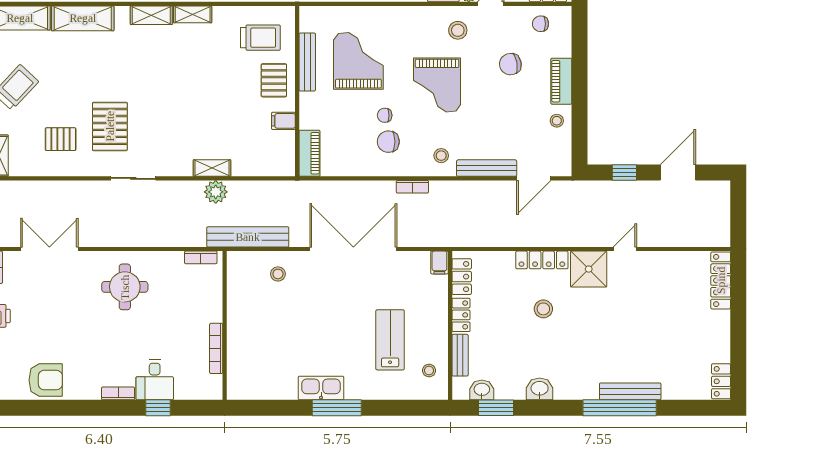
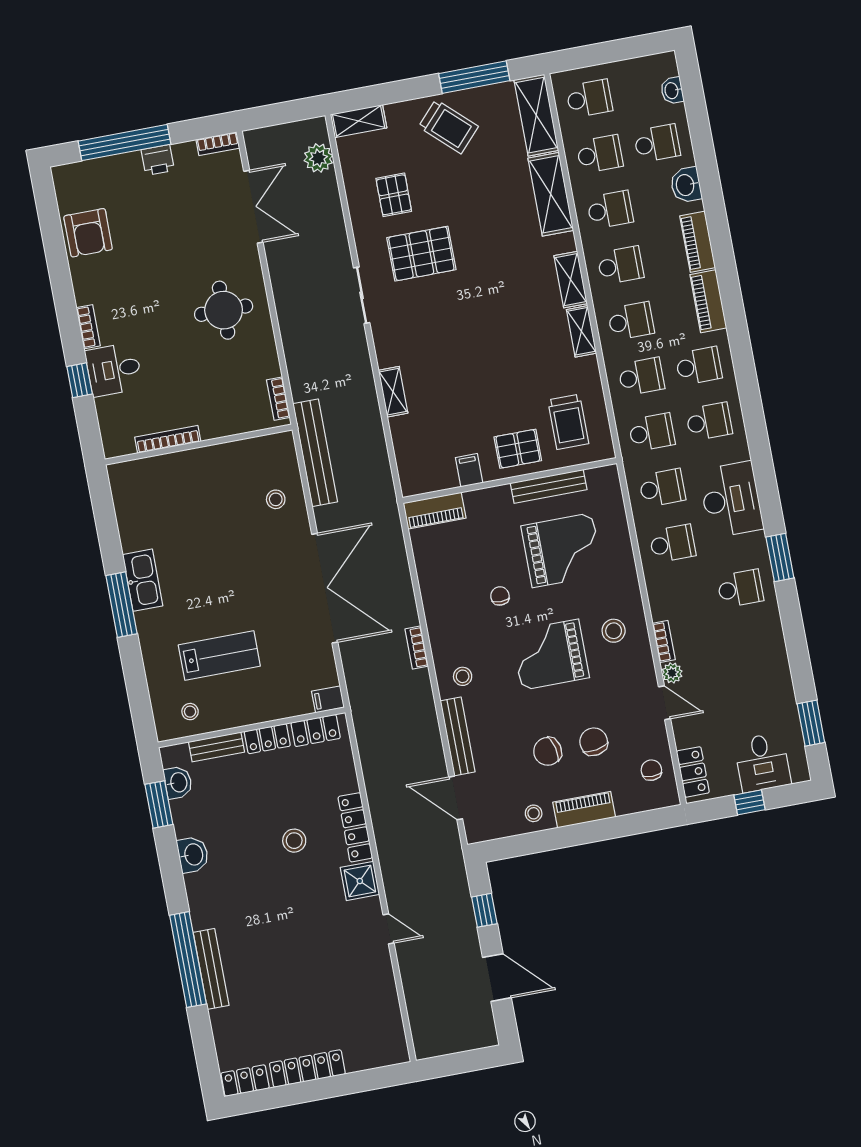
stool: (458, 30) -> (614, 631), moved
chair: (388, 142) -> (548, 751), moved, turned -103
plant: (216, 192) -> (318, 158), moved
shower: (589, 269) -> (360, 881), width x0.73, depth x0.73
locker: (721, 280) -> (307, 1068), moved

